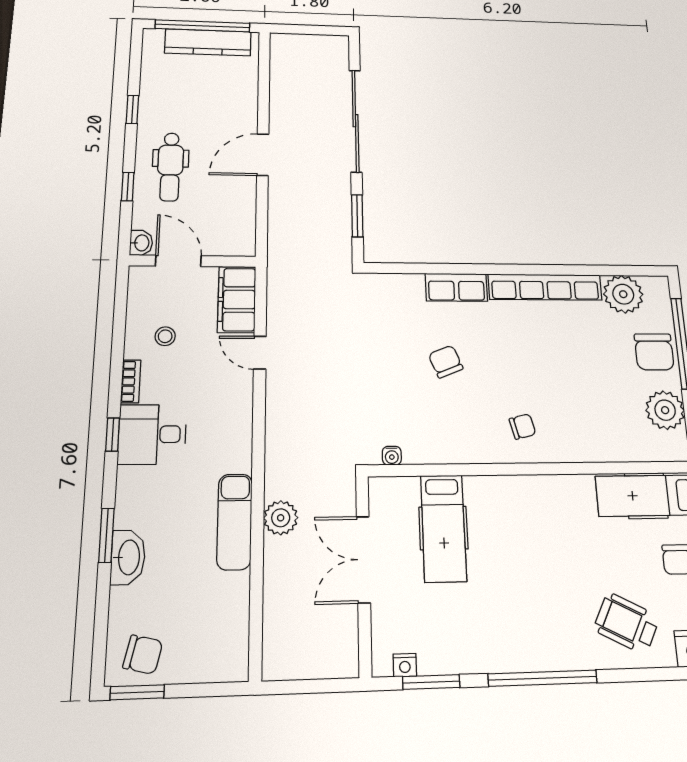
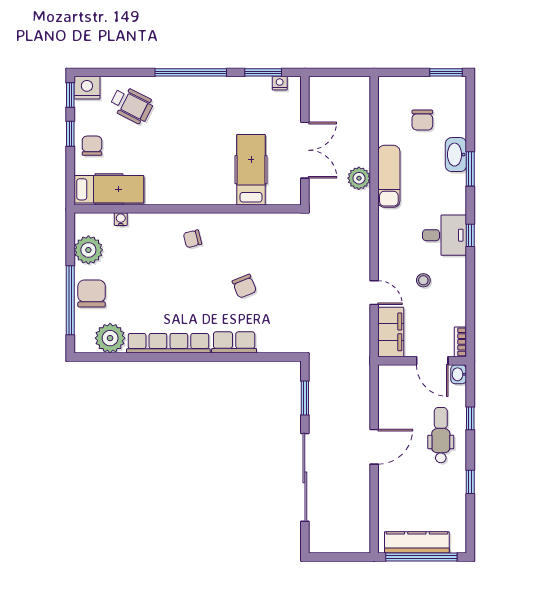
stool: (165, 336) -> (423, 280), moved
bookcase: (131, 381) -> (460, 342), moved
water cooler: (392, 456) -> (121, 219), moved
chair: (143, 655) -> (422, 120), moved, turned -103

